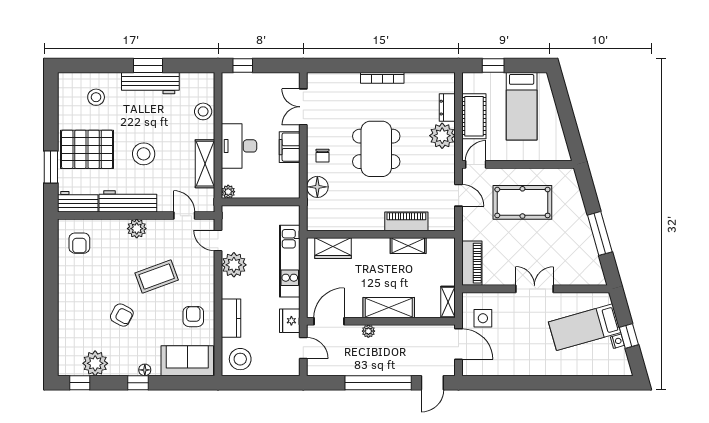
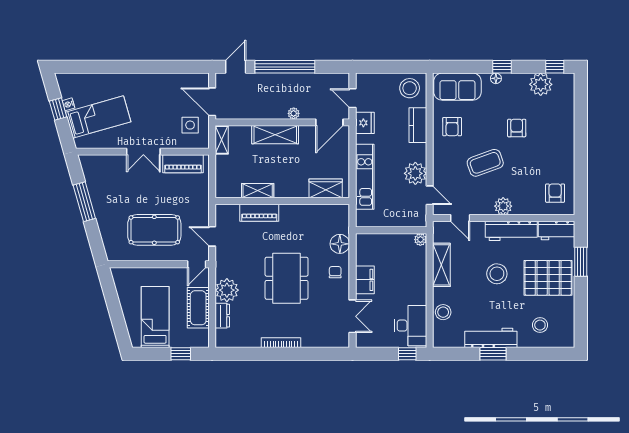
desk: (239, 146) -> (411, 326), moved
piano: (472, 263) -> (183, 164), moved, turned -90
armchair: (122, 315) -> (517, 128), turned 62

